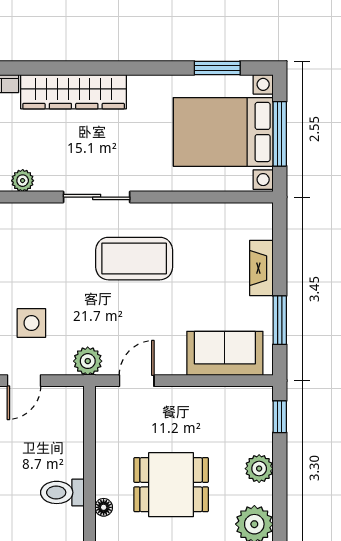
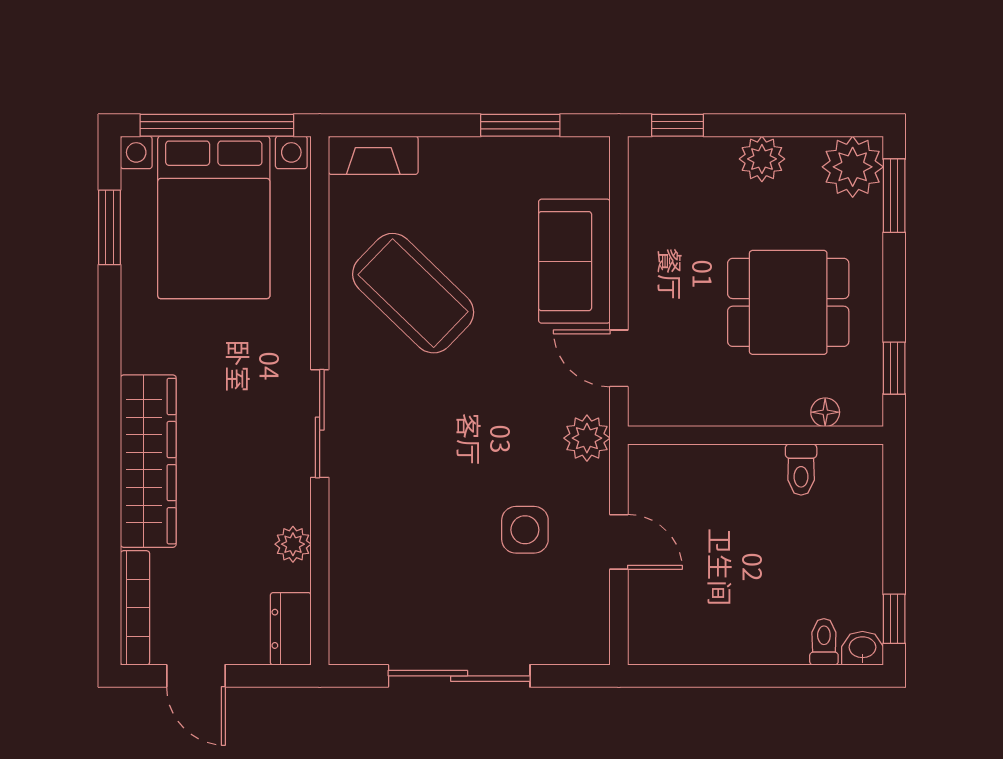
window: (280, 134) -> (217, 125), width x1.46
coffee table: (134, 259) -> (413, 293), moved, turned -46
fireplace: (261, 268) -> (373, 155), moved
sofa: (225, 353) -> (574, 261), moved
dining table: (171, 485) -> (788, 302), turned 90
toilet: (62, 492) -> (801, 470), width x0.73, depth x0.72

